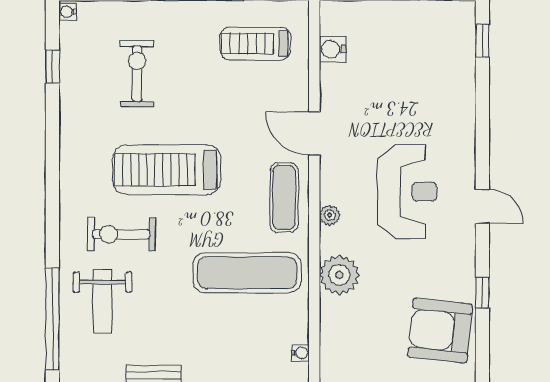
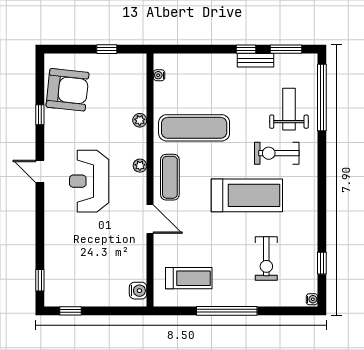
water cooler: (333, 49) -> (138, 291), moved
exercise bike: (121, 234) -> (277, 153), turned 180
plant: (339, 275) -> (140, 120), width x0.53, depth x0.53

